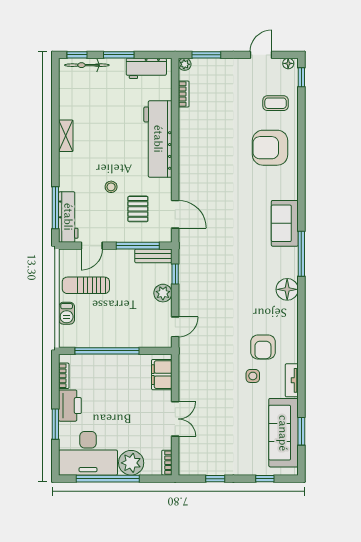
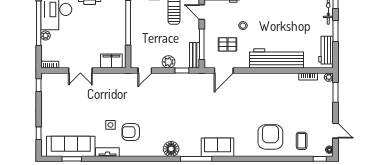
door: (175, 327) -> (145, 70), hinge flipped
plant: (131, 463) -> (46, 36), width x0.53, depth x0.53
window: (215, 479) -> (39, 85), moved

